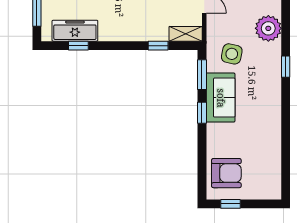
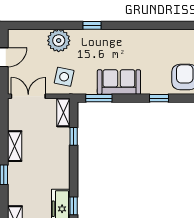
side table: (232, 54) -> (64, 77), moved
window: (202, 113) -> (159, 98), moved

